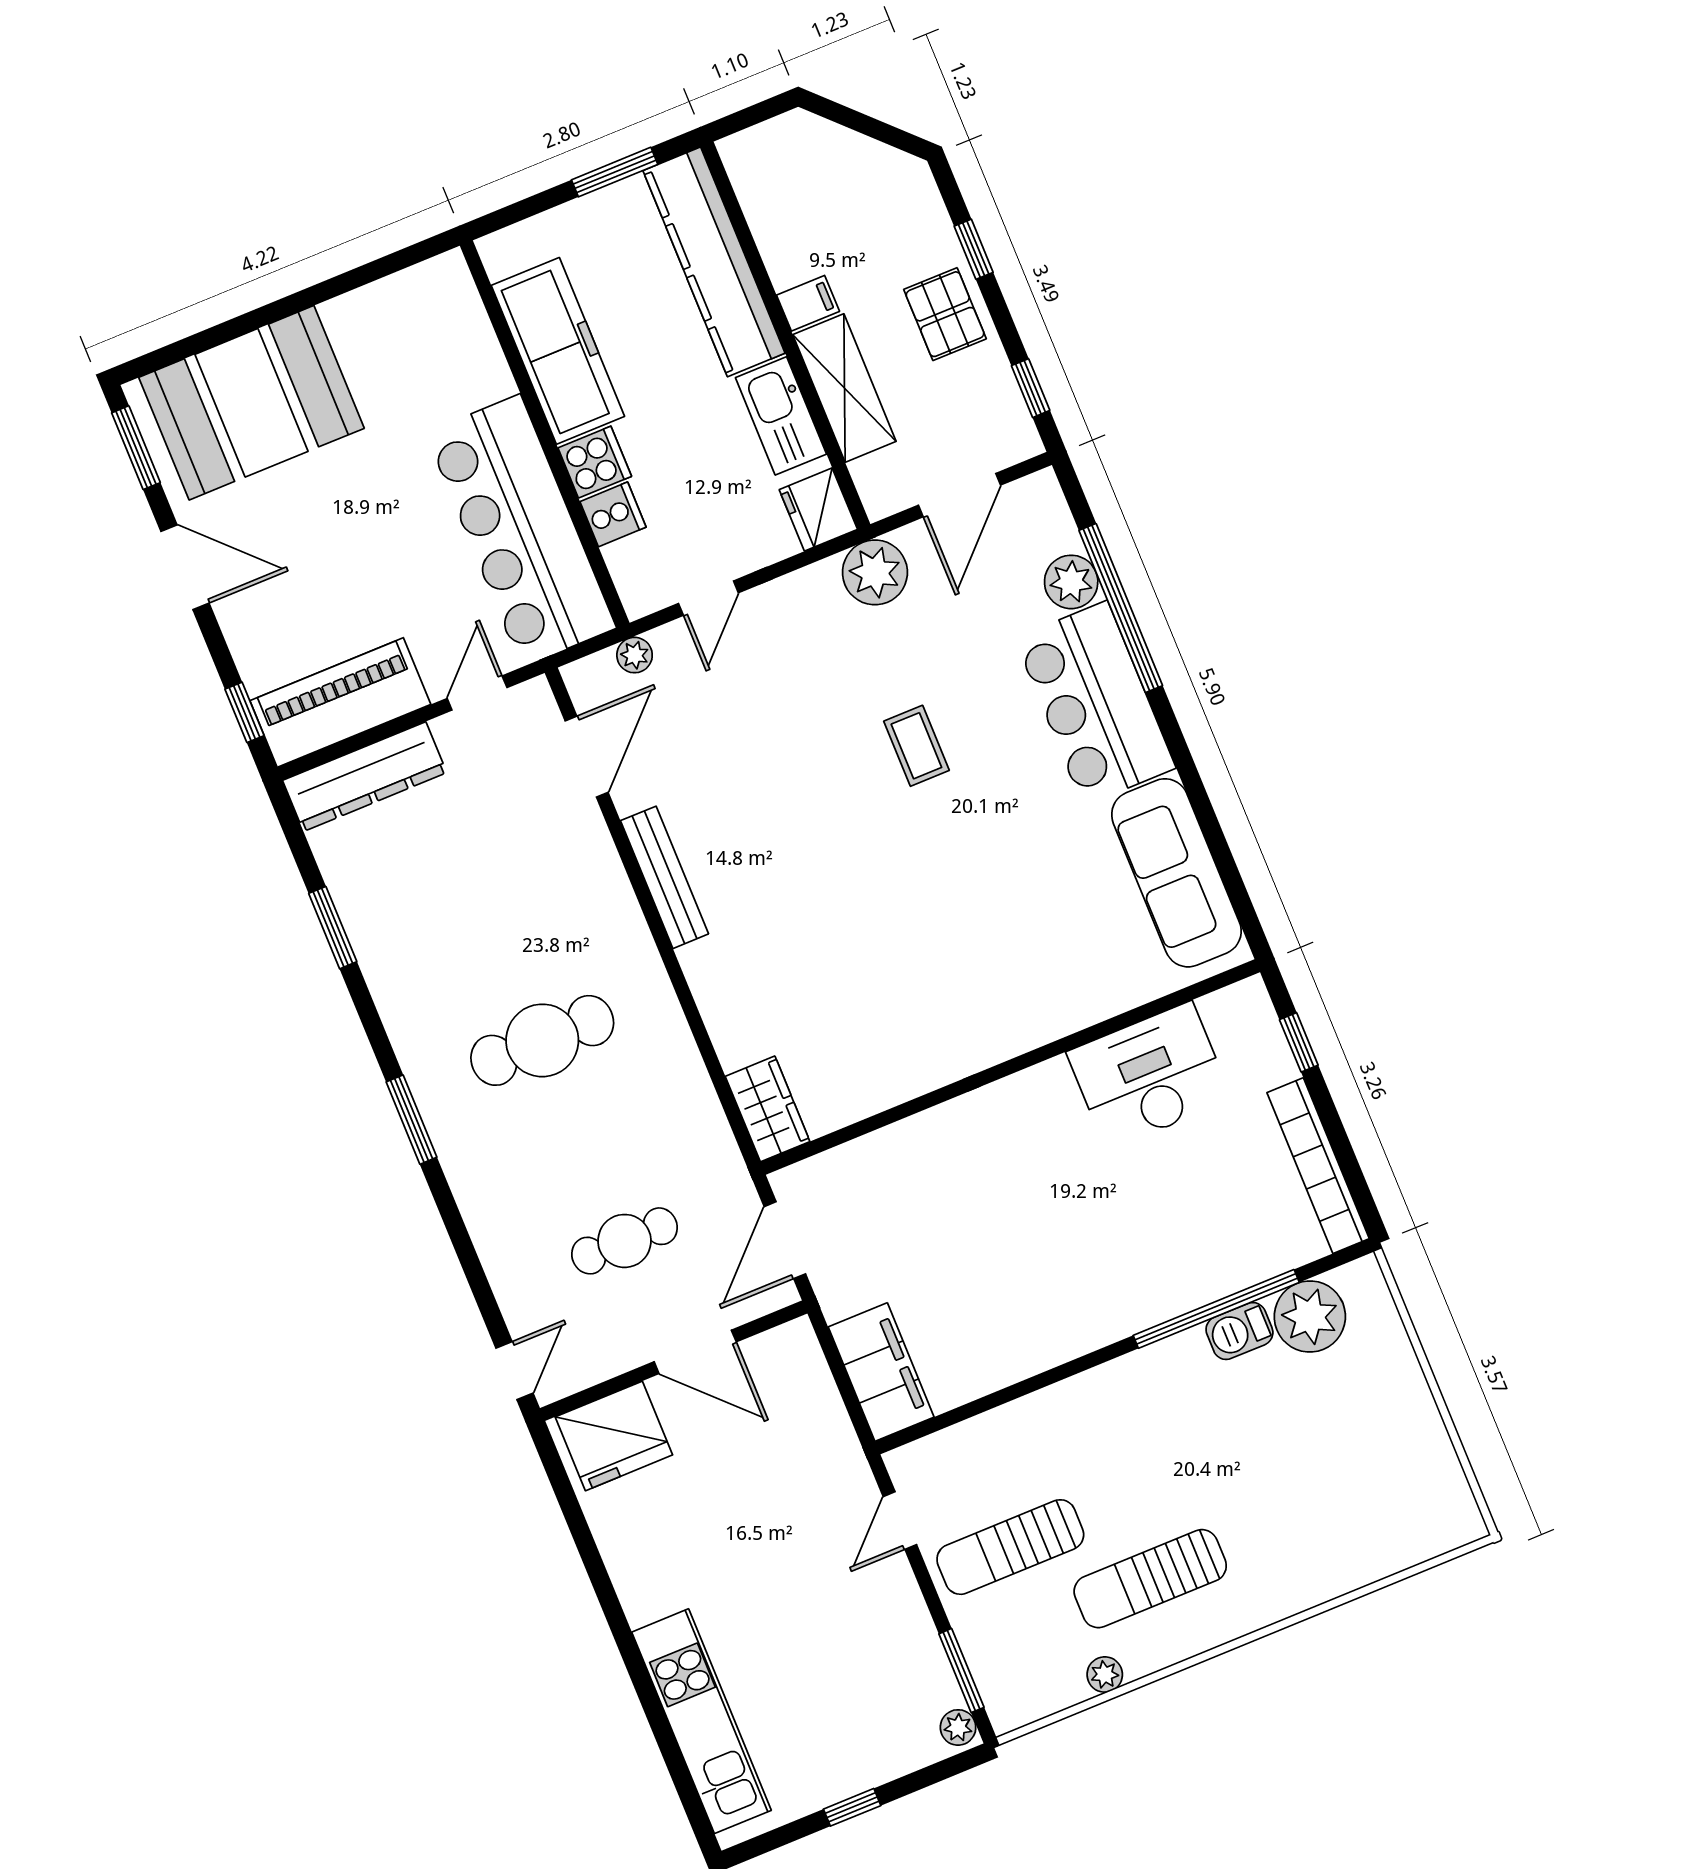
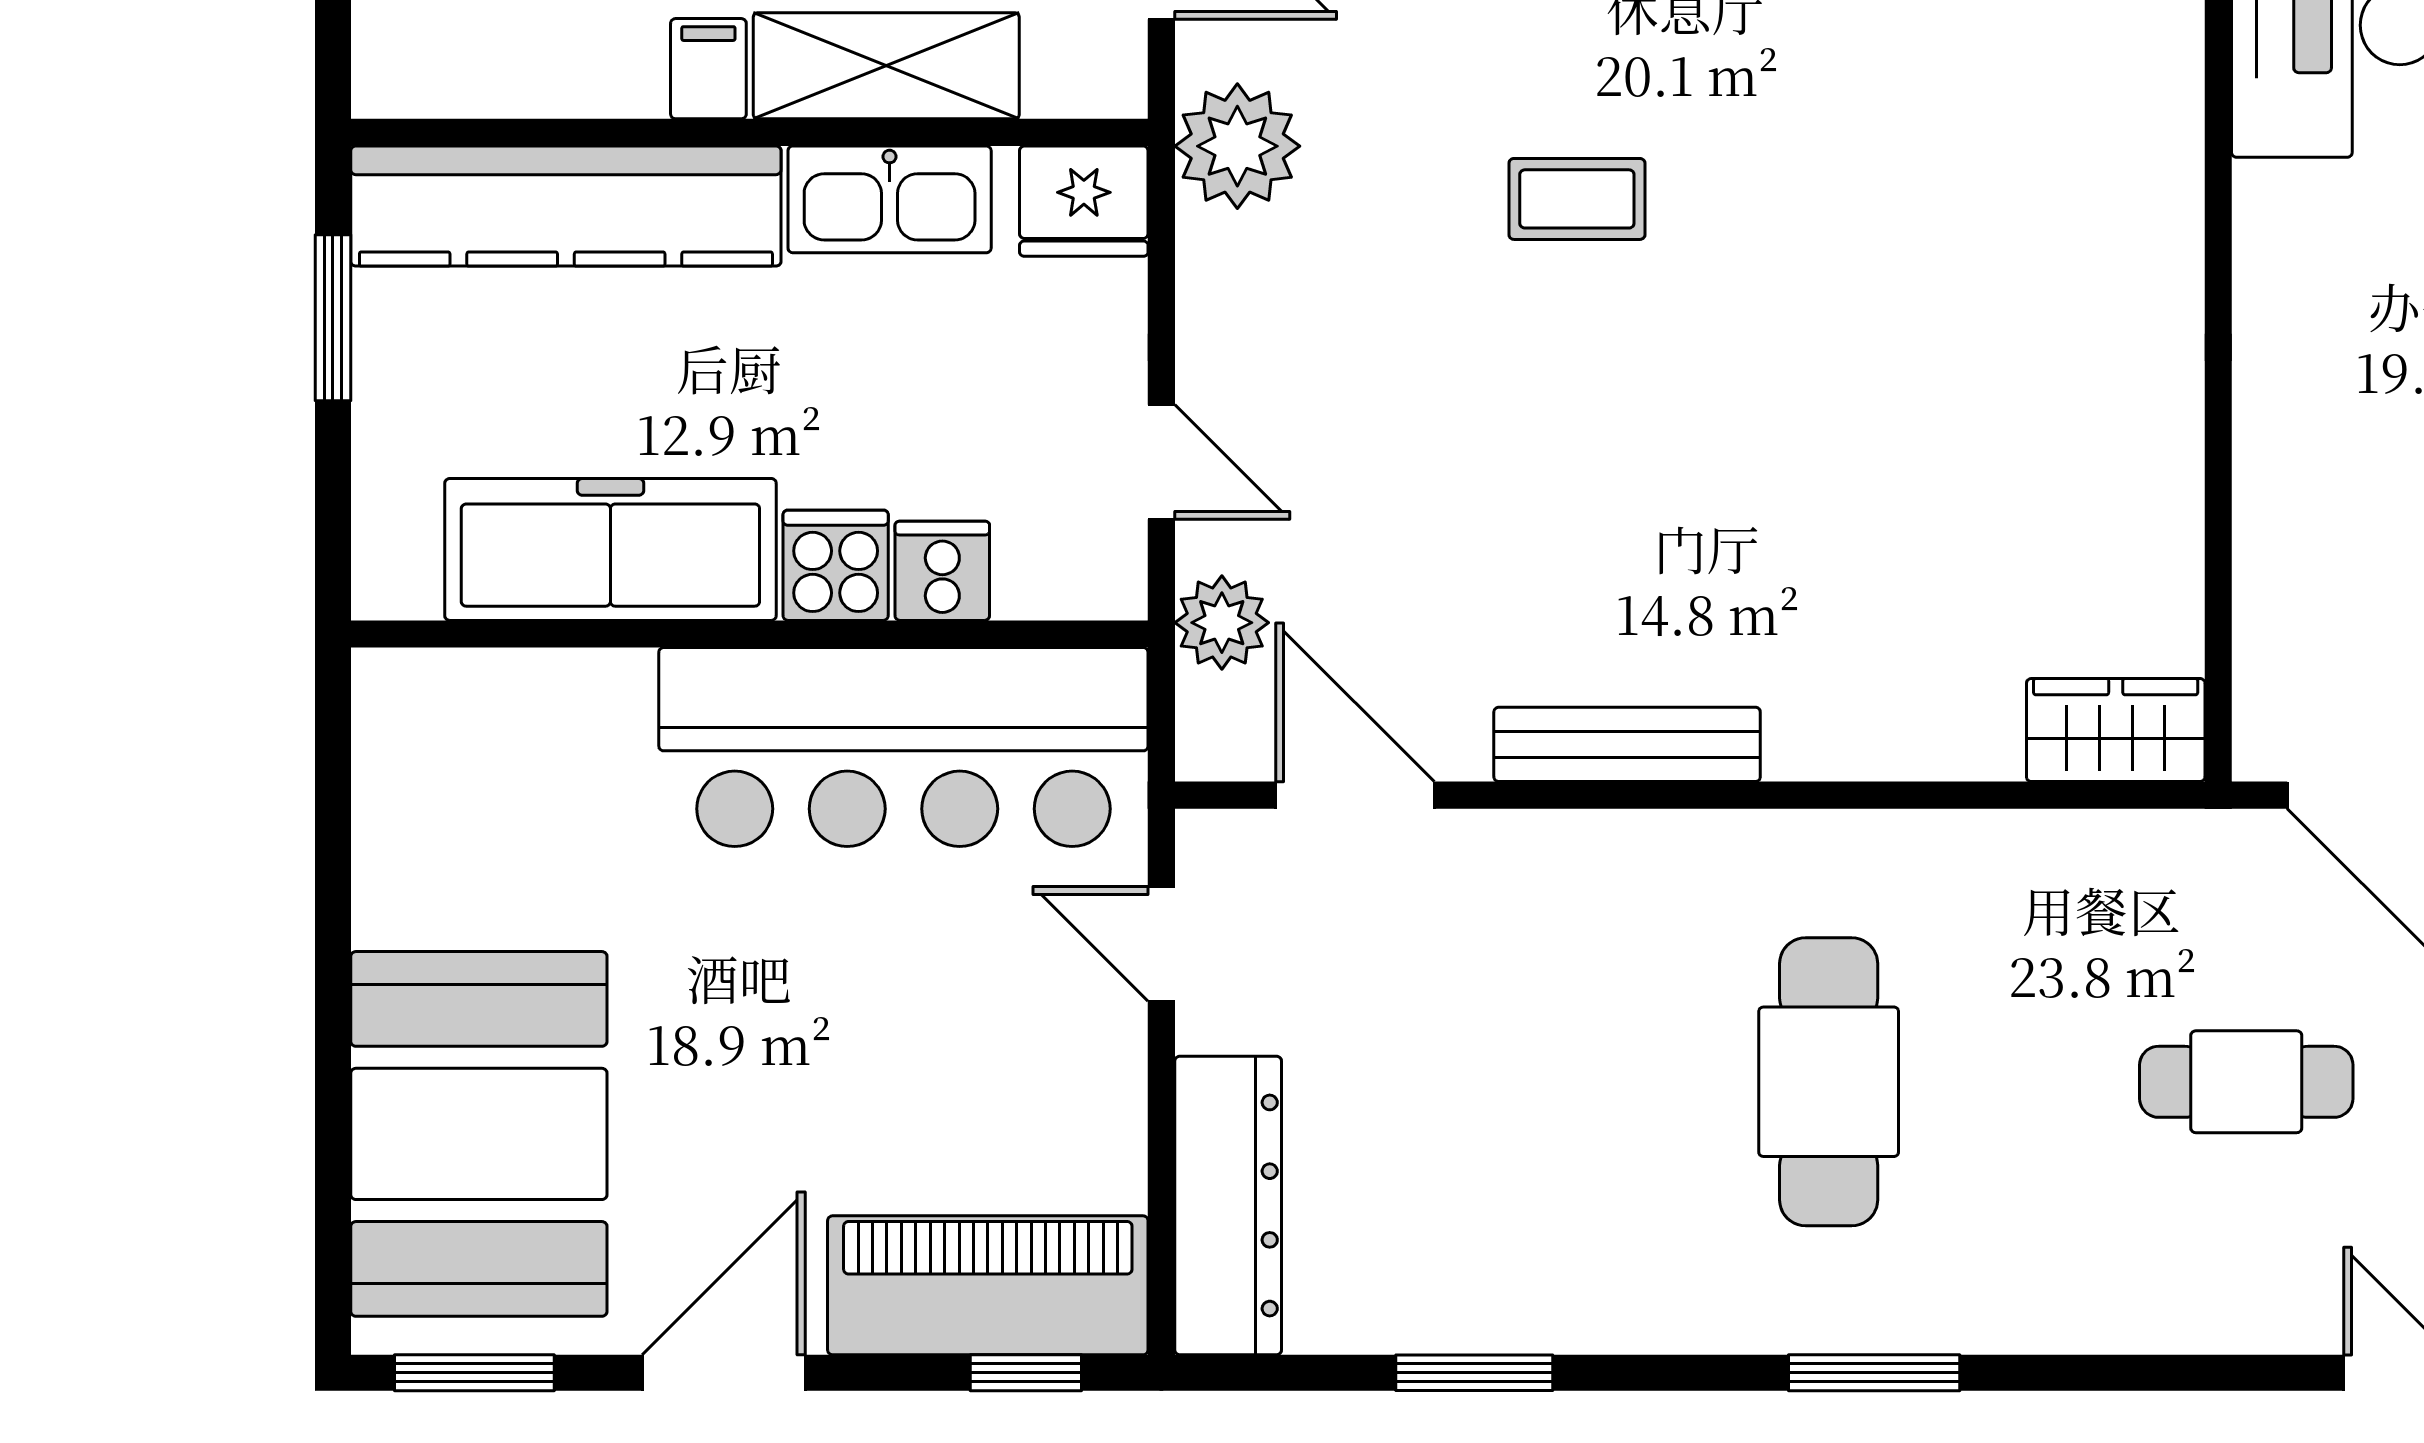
plant: (635, 655) -> (1222, 623), width x1.38, depth x1.38
piano: (340, 703) -> (988, 1285), moved, turned 90
cafe table: (624, 1241) -> (2246, 1082), turned 90

